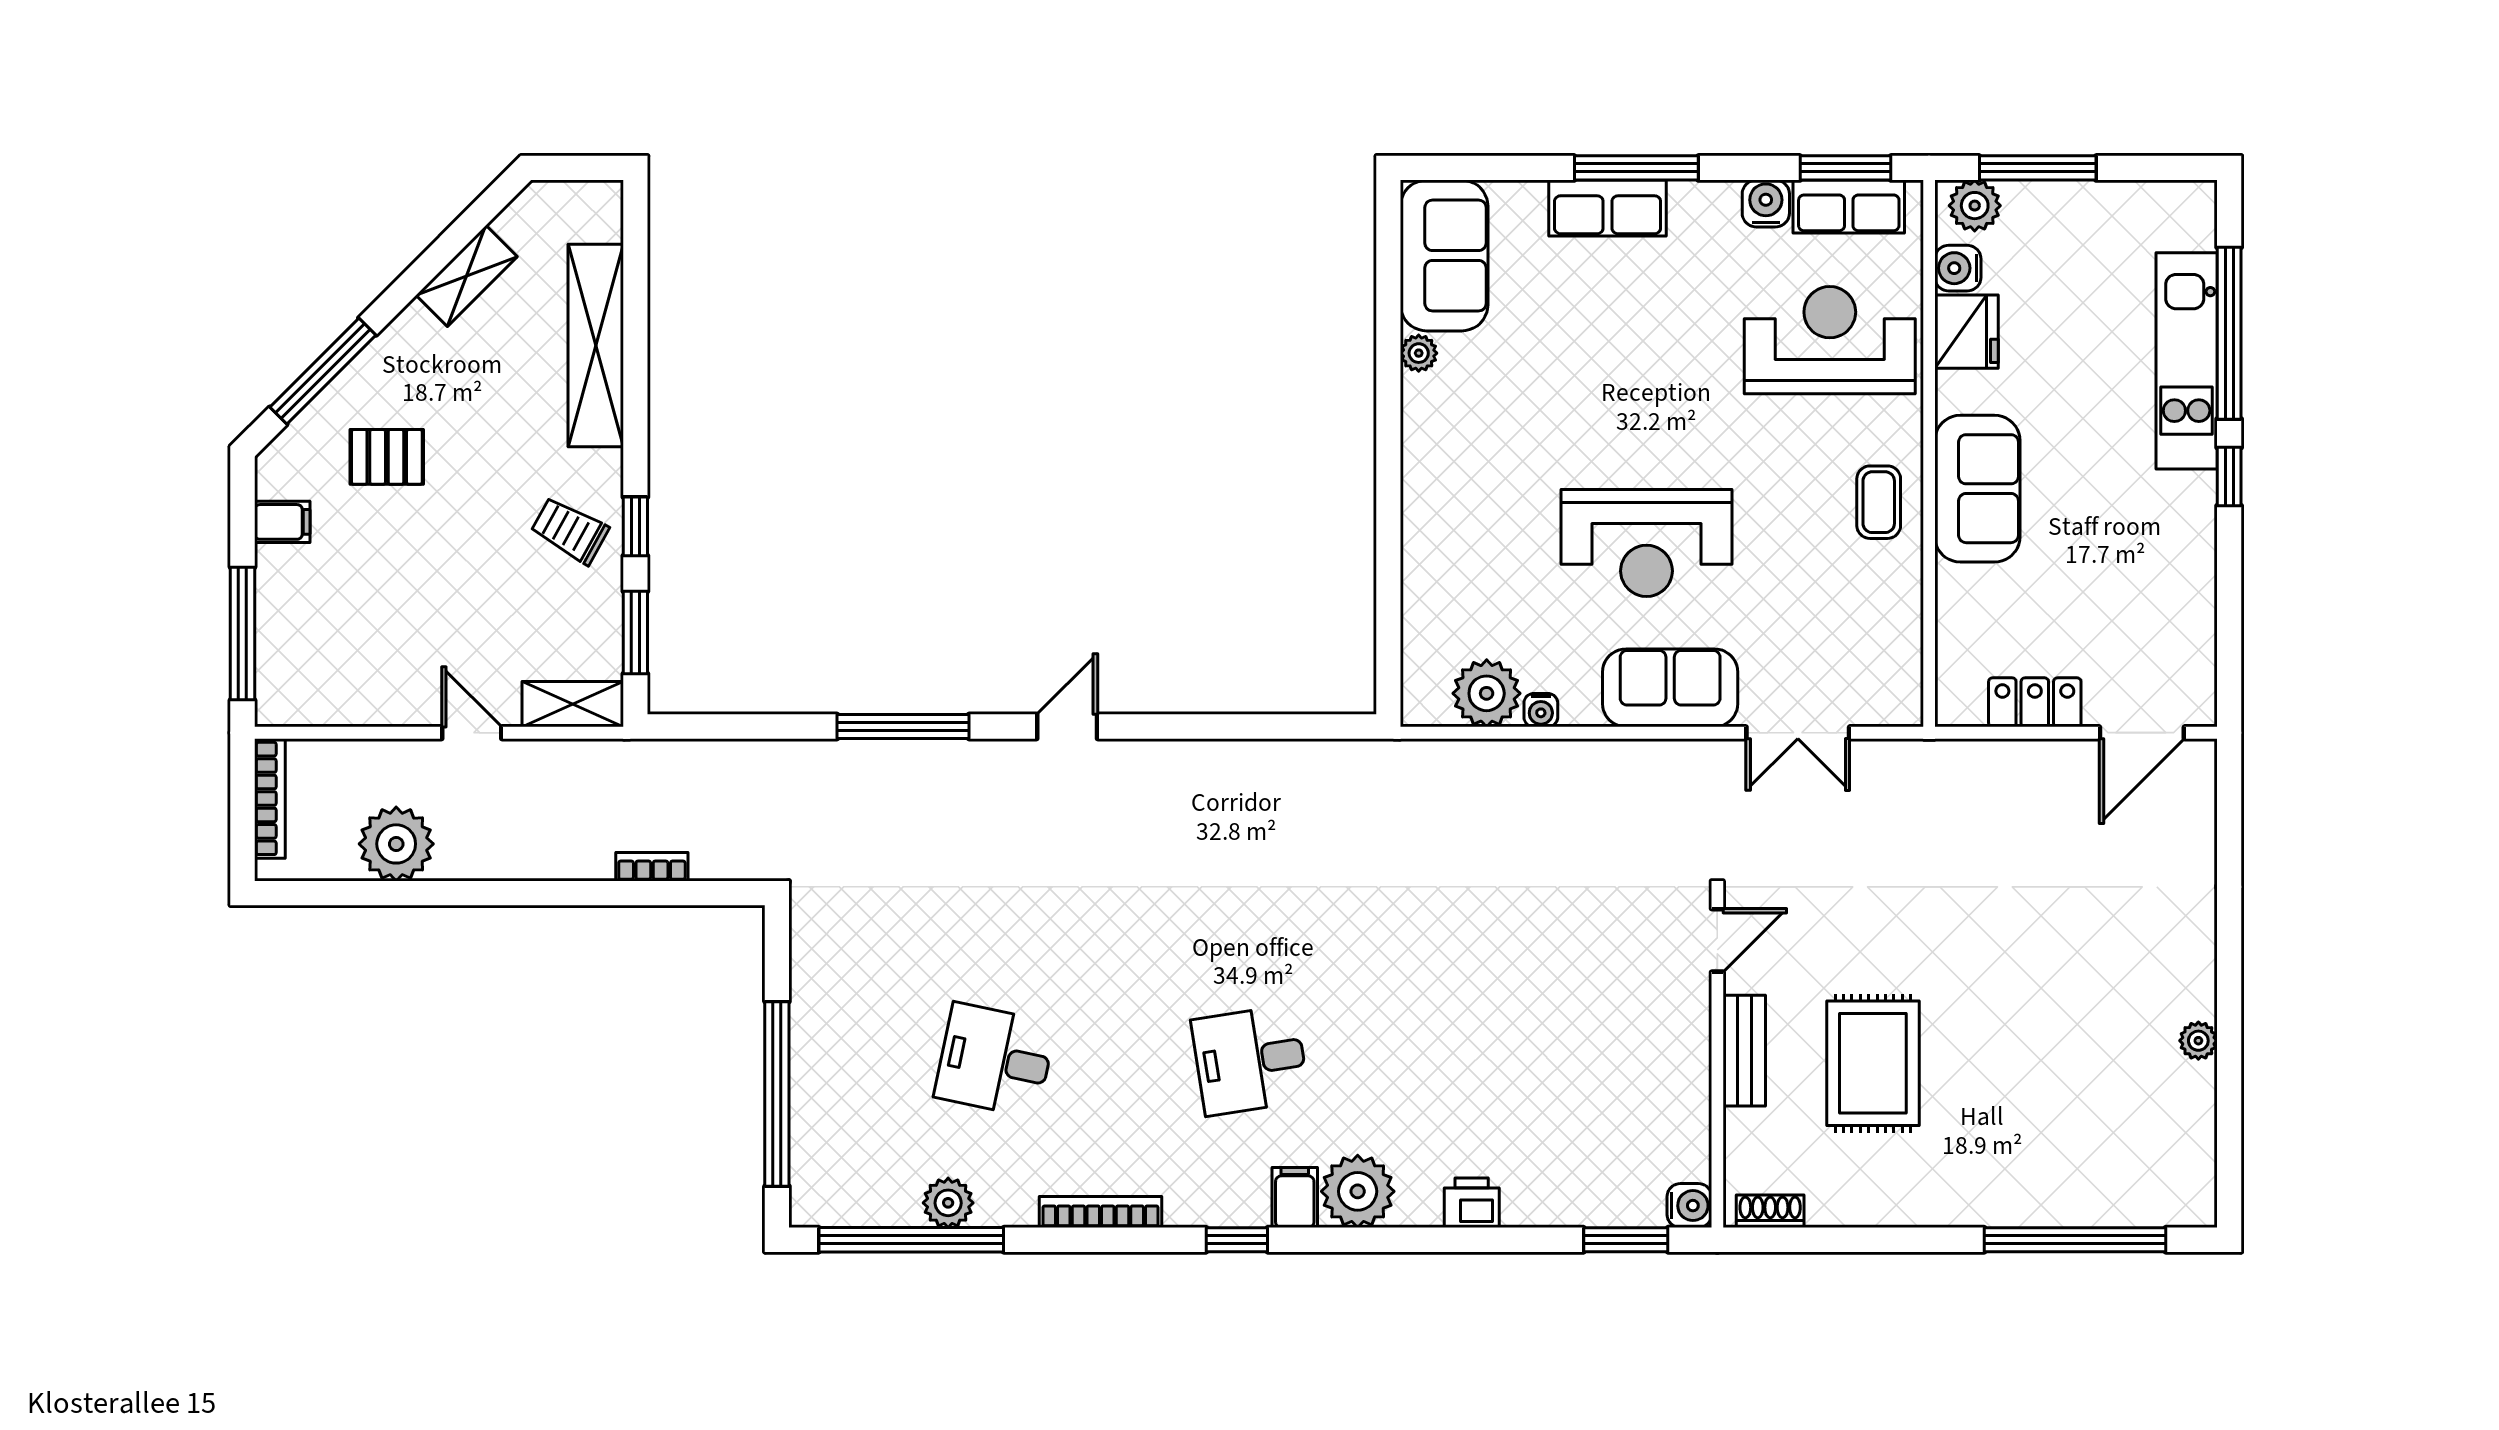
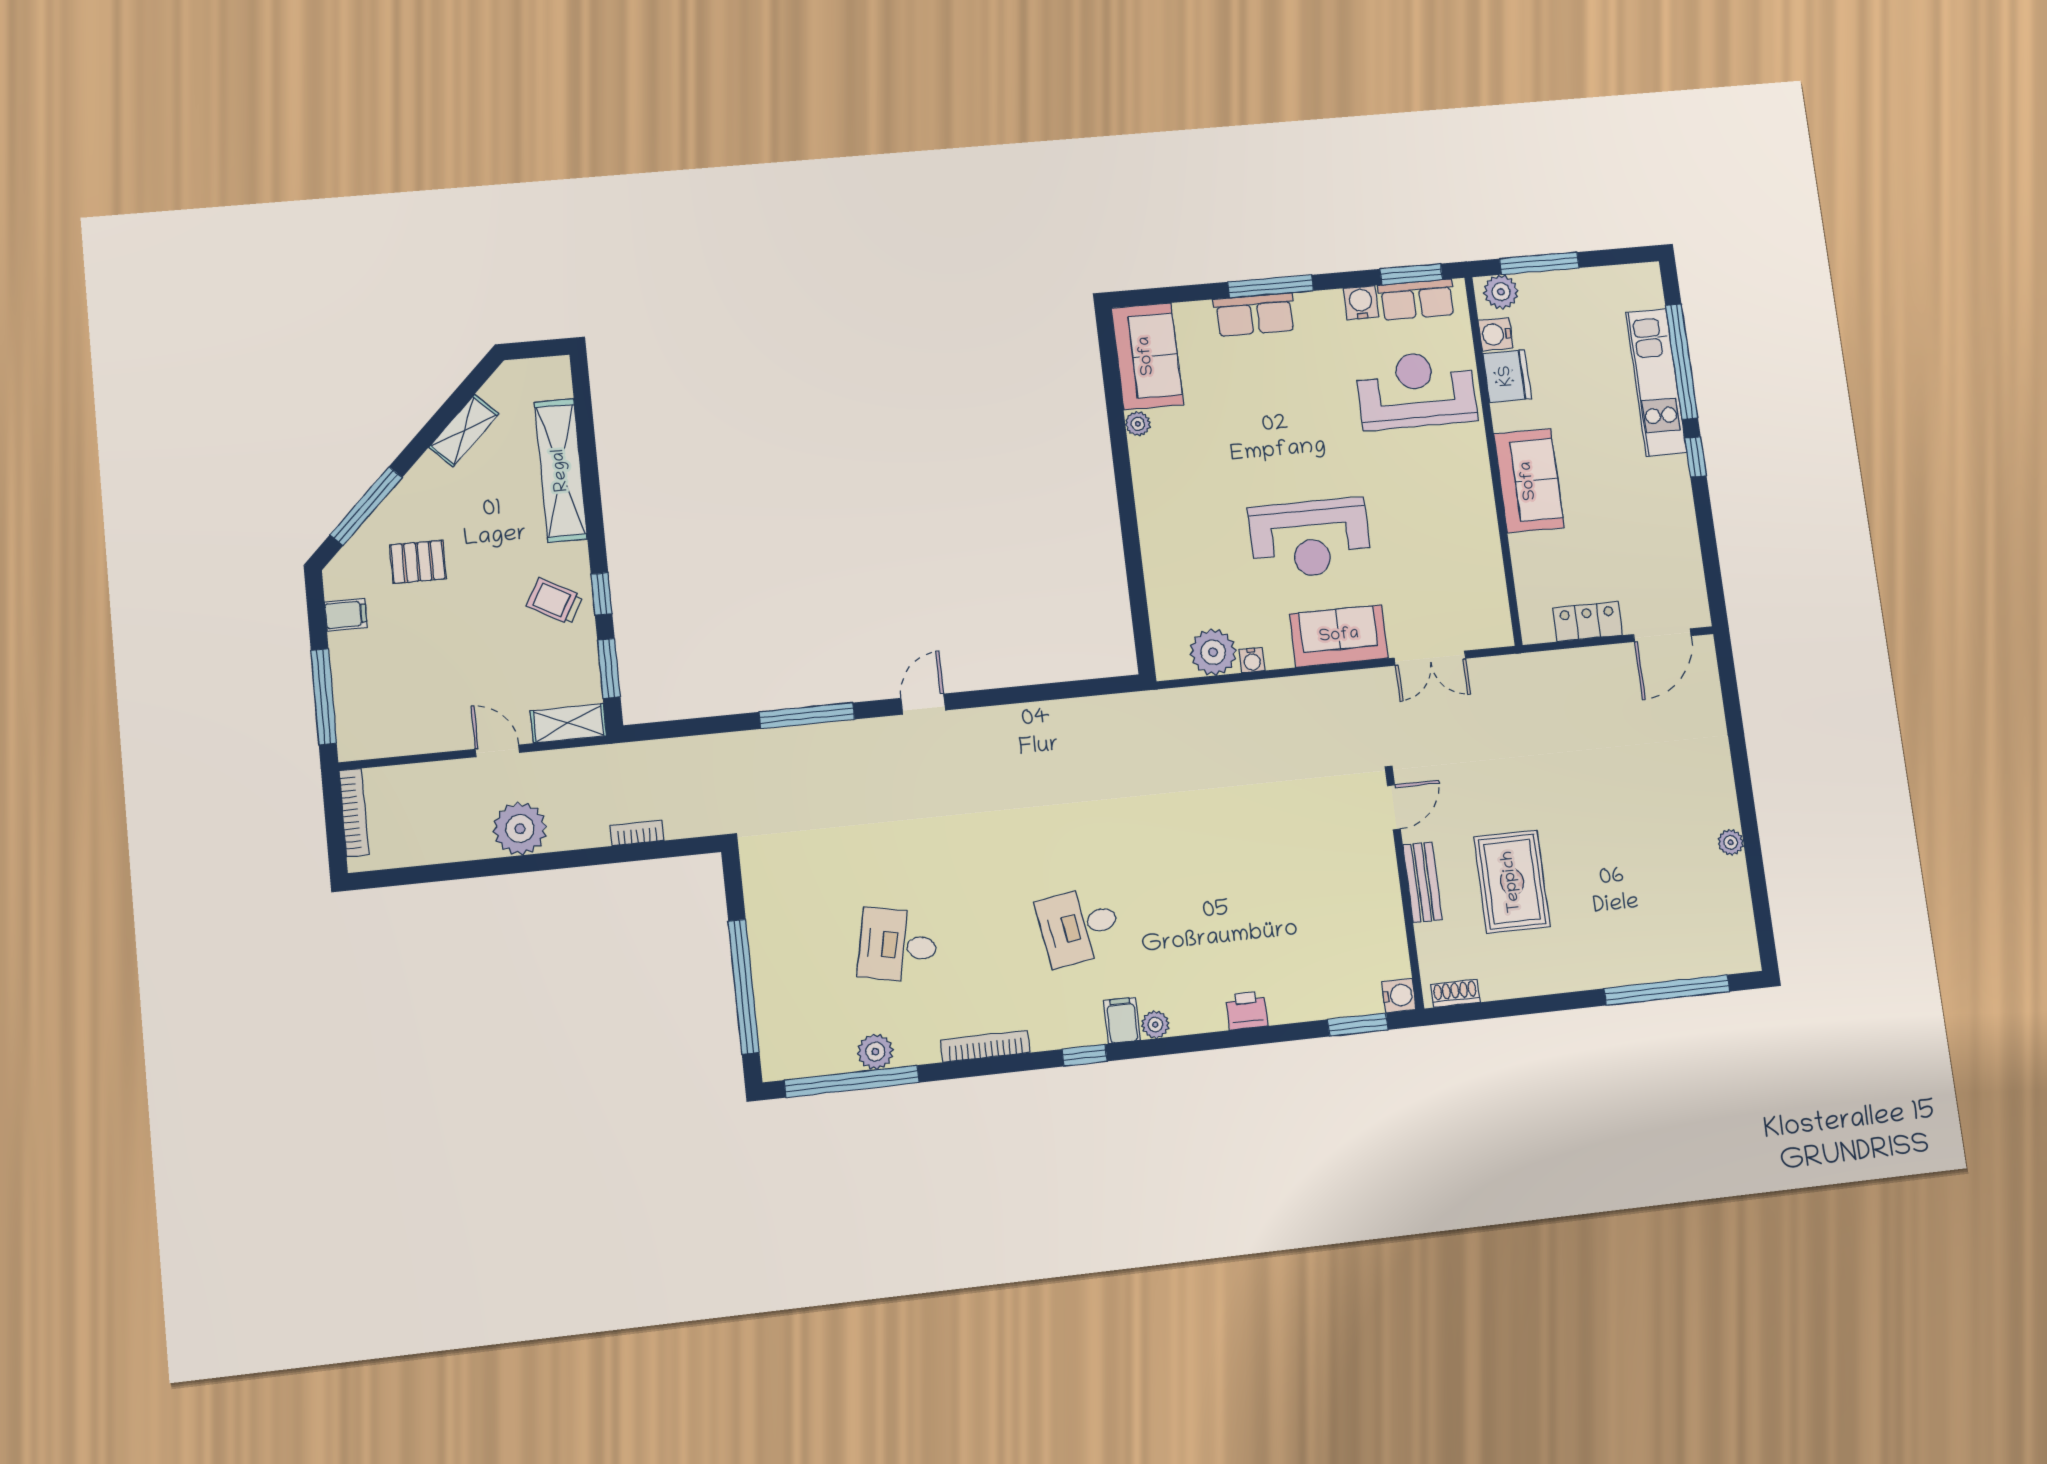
coffee table: (1879, 502) -> (1464, 496), removed
plant: (396, 844) -> (520, 829), moved
plant: (1358, 1191) -> (1155, 1025), width x0.53, depth x0.53

